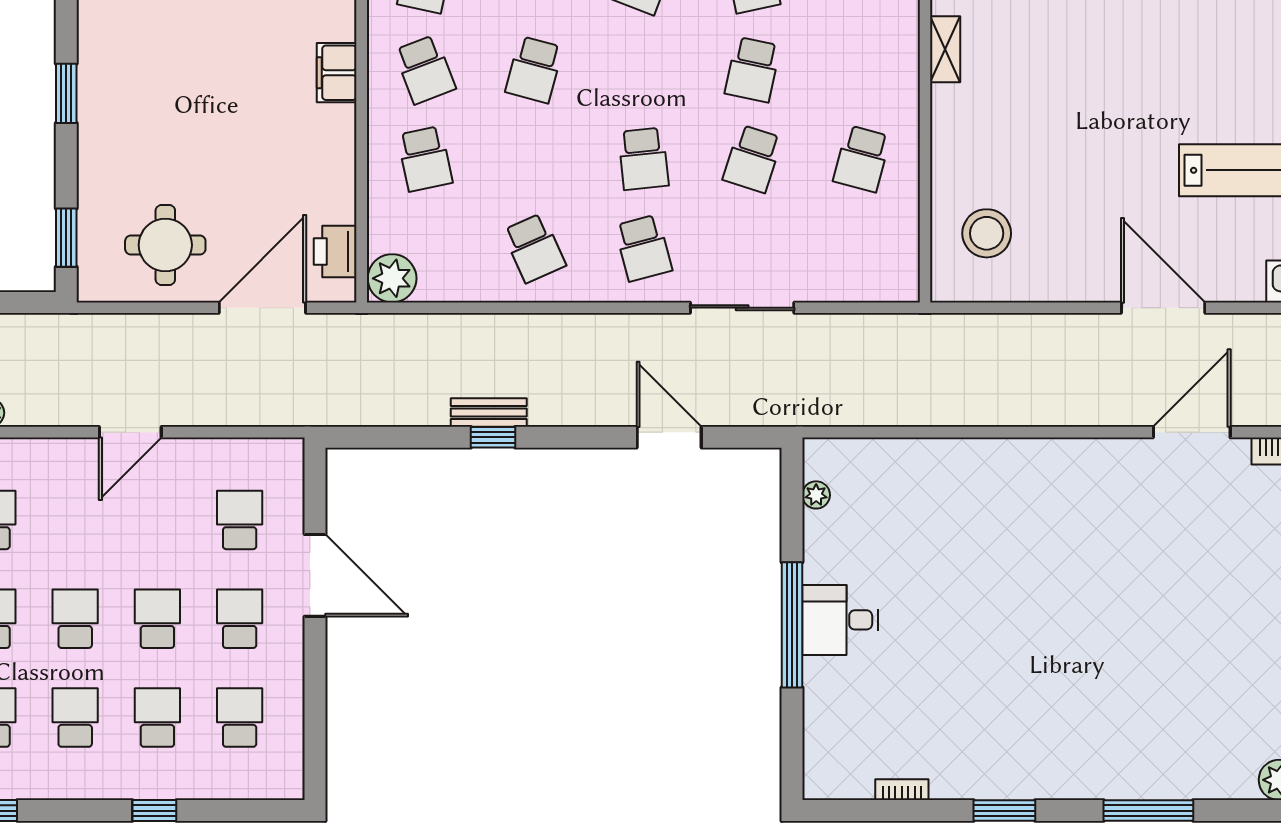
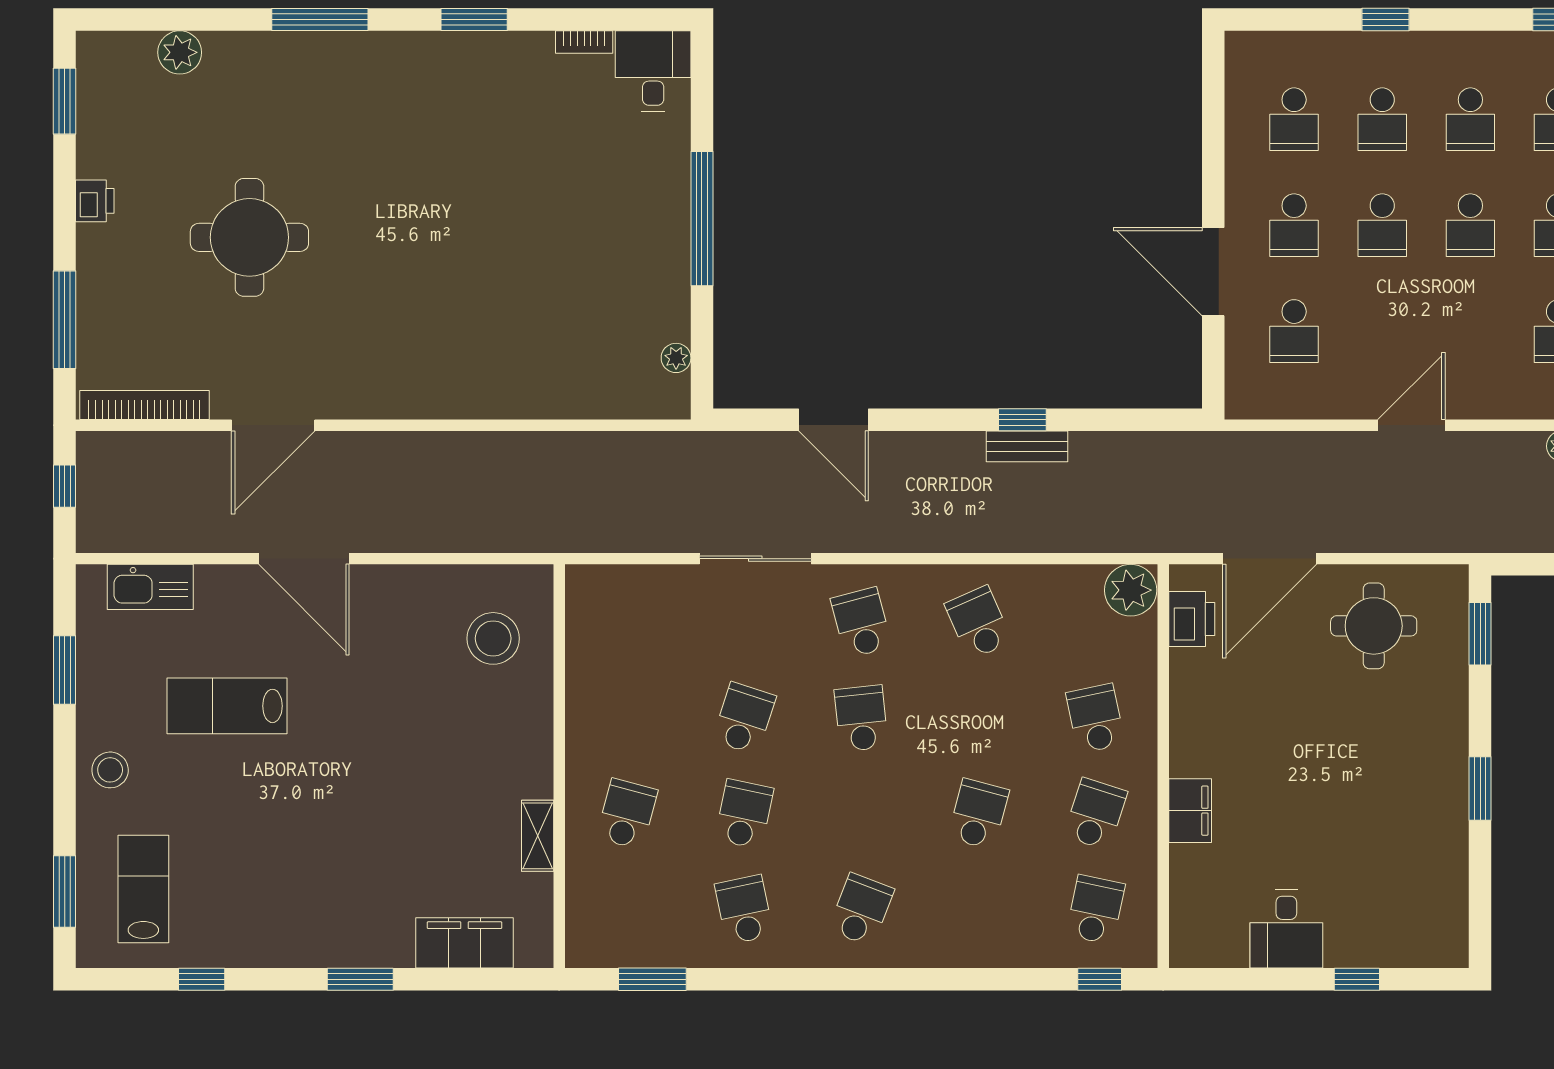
school desk: (425, 70) -> (1095, 814), turned 39
school desk: (862, 159) -> (627, 814), moved
round table: (1214, 607) -> (249, 237), added
desk: (840, 620) -> (653, 71), moved, turned -90

